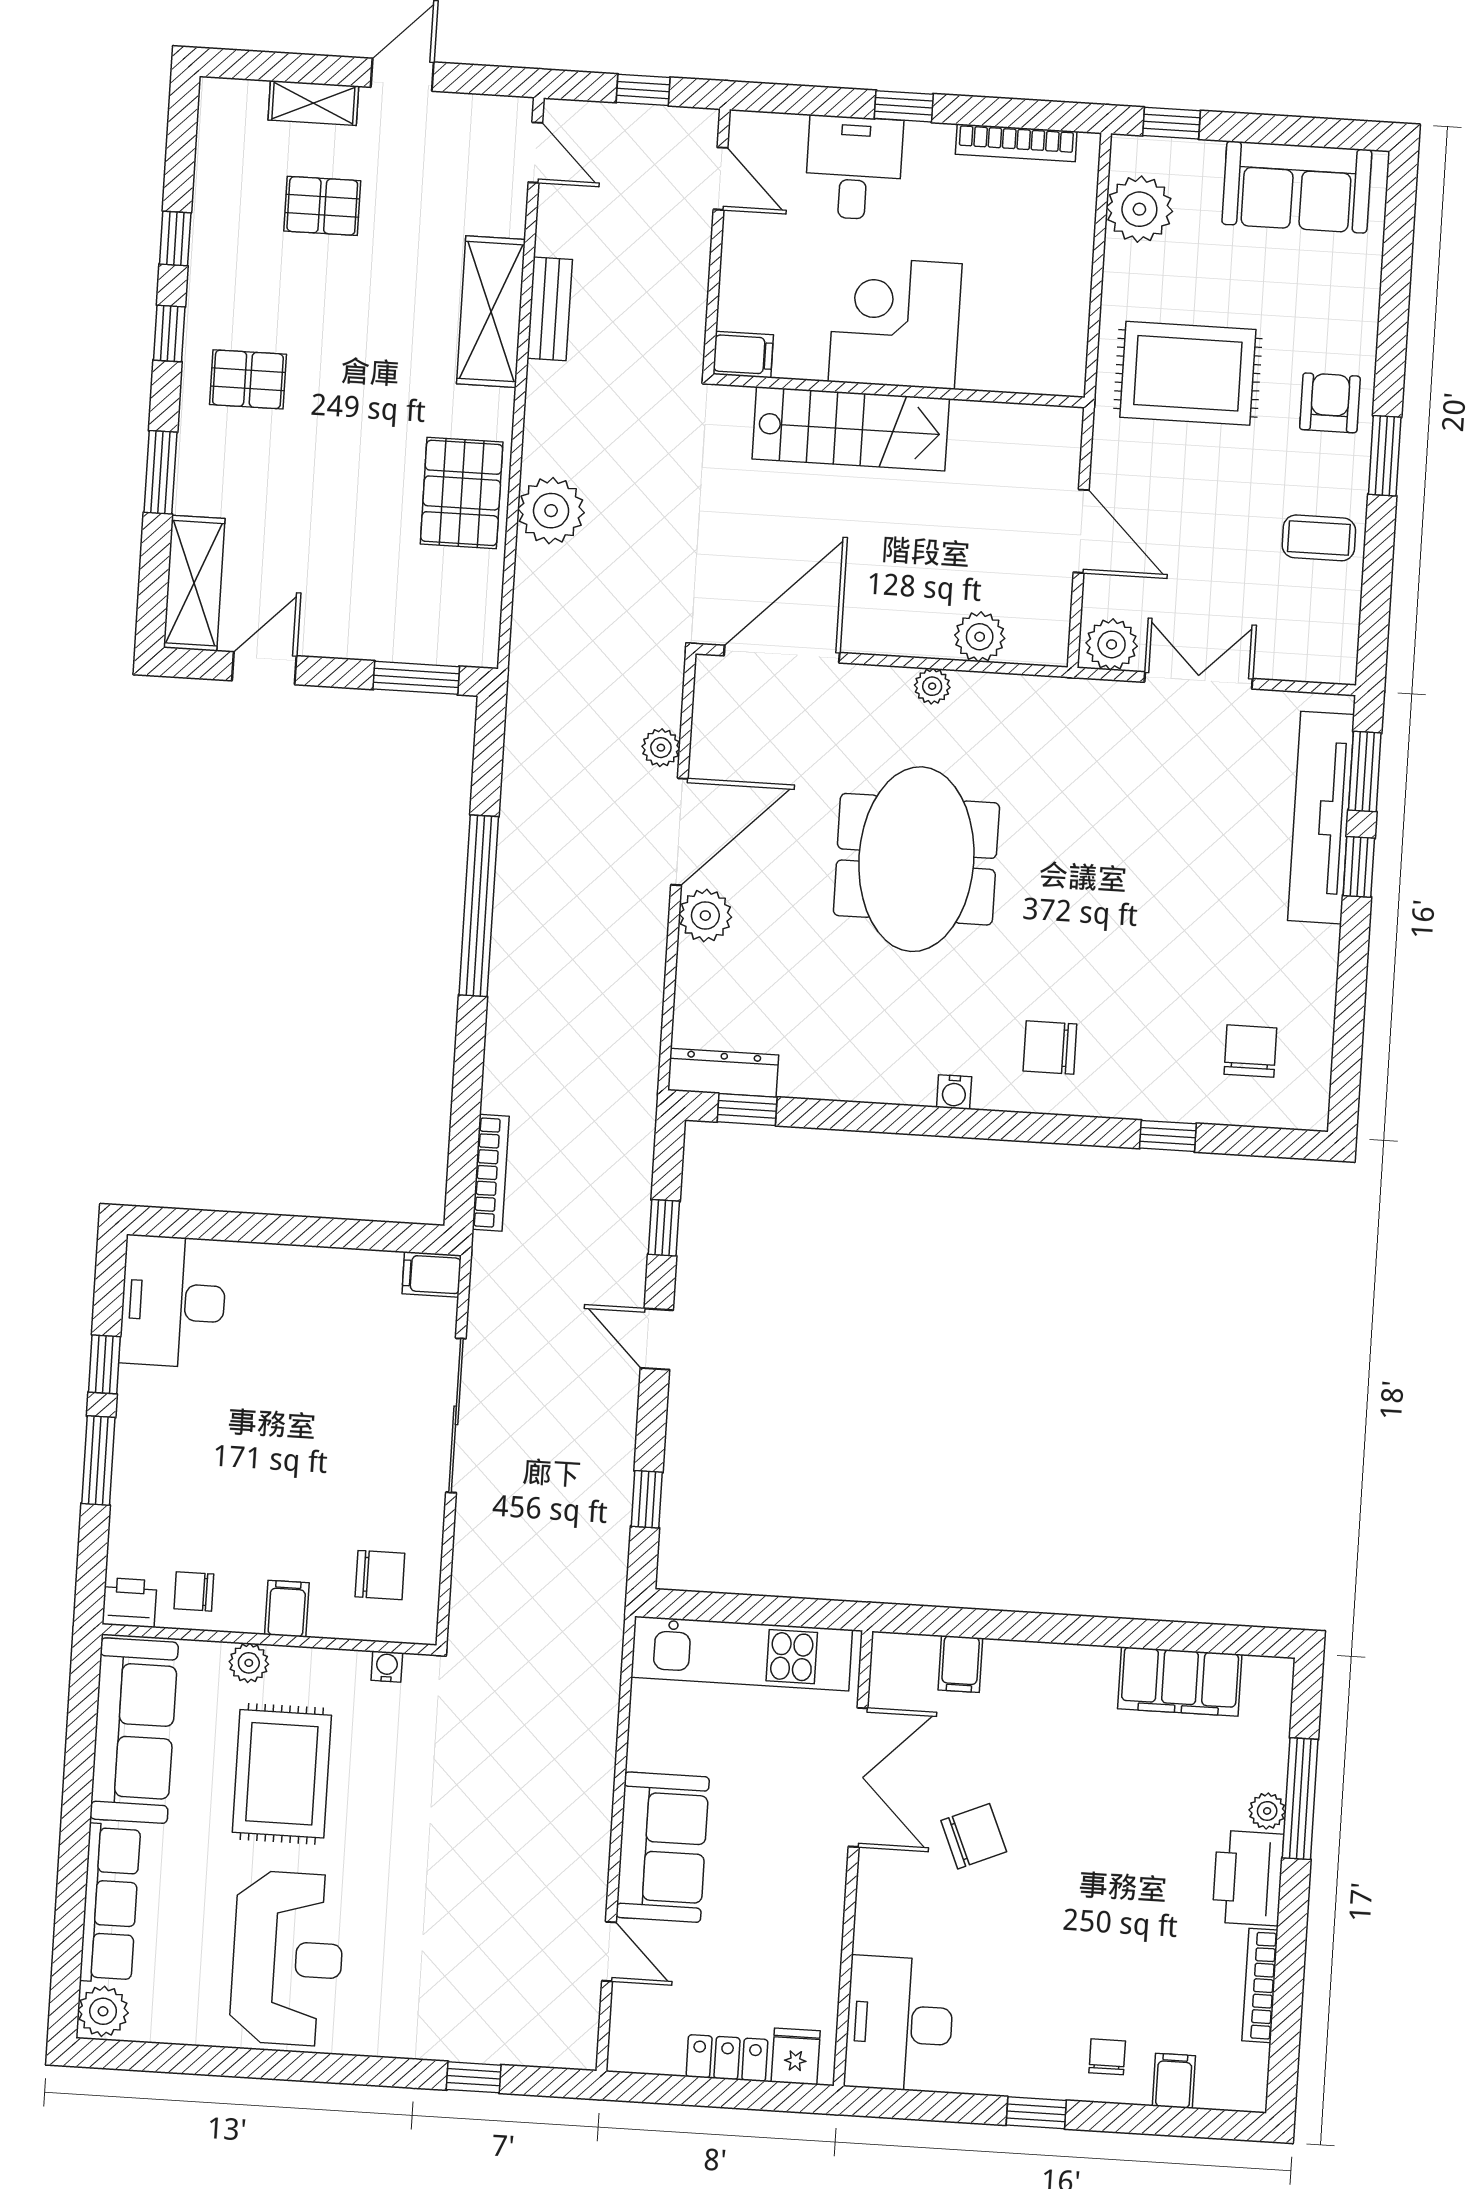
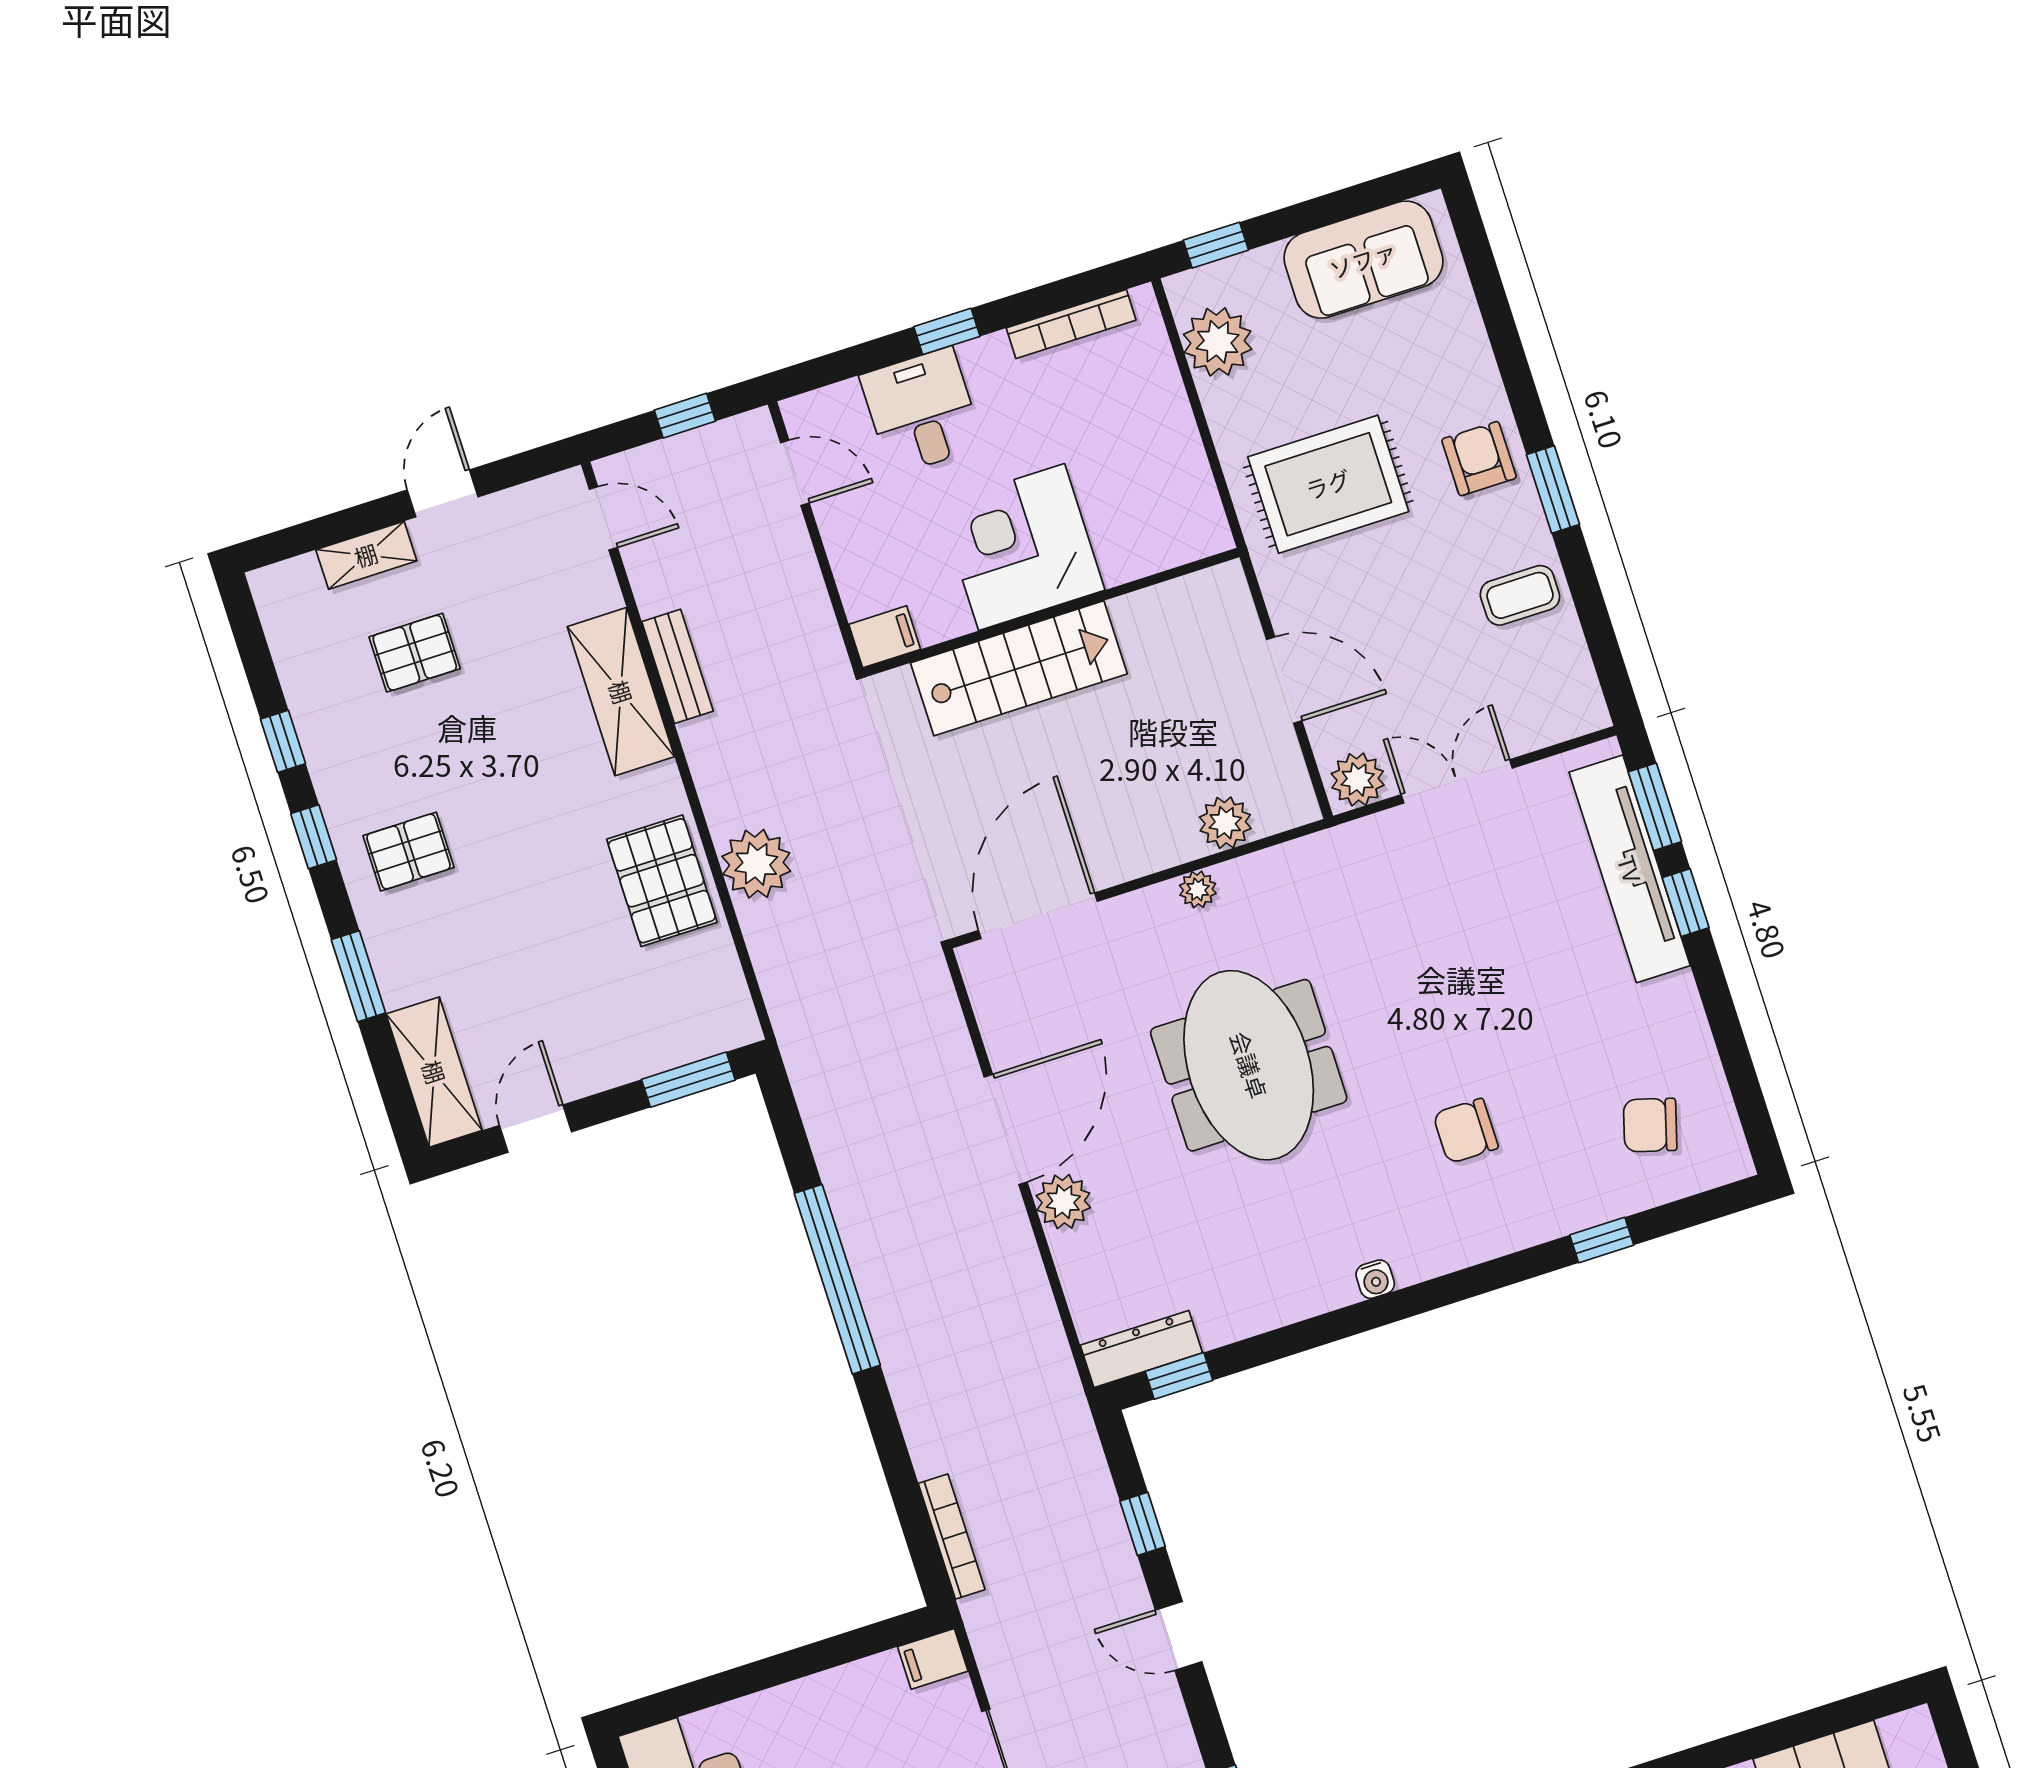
plant: (661, 748) -> (955, 1054), removed
chair: (1050, 1048) -> (1466, 1131), moved
chair: (1250, 1051) -> (1650, 1125), turned -74

